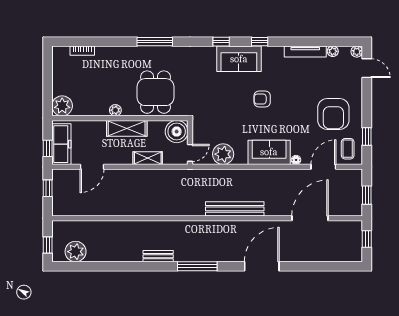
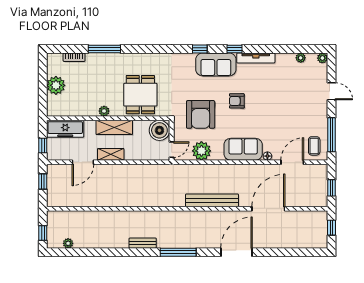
window: (155, 42) -> (104, 49), moved
tv unit: (305, 52) -> (256, 58), moved
door: (367, 68) -> (331, 91), moved
plant: (62, 106) -> (56, 85), moved
armchair: (333, 114) -> (201, 114), moved
window: (367, 136) -> (331, 135), width x2.17
freezer: (61, 144) -> (65, 129), moved, turned 90
shelving: (148, 158) -> (111, 154), moved
door: (310, 218) -> (268, 209), moved
plant: (76, 252) -> (68, 243), width x0.53, depth x0.53

